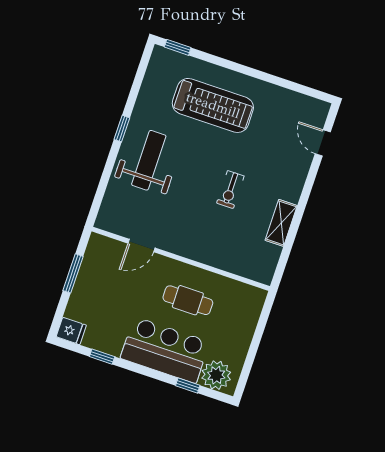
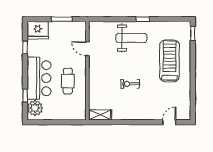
treadmill: (213, 105) -> (170, 61), turned 180
shelving: (281, 223) -> (100, 115), moved
fridge: (71, 331) -> (38, 30), width x1.88, depth x1.34

